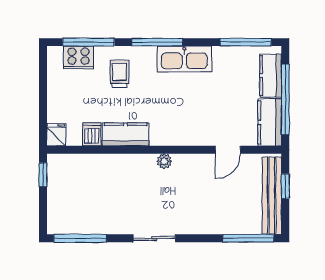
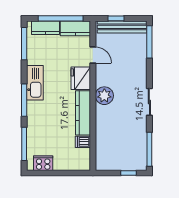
cooker: (78, 57) -> (43, 163), moved, turned -90
trolley: (119, 74) -> (44, 124), removed
kitchen counter: (126, 134) -> (83, 113), width x1.50
fridge: (56, 135) -> (81, 78), moved, width x1.88, depth x1.34
plant: (164, 161) -> (104, 96), width x1.88, depth x1.88
window: (43, 175) -> (129, 173), moved

